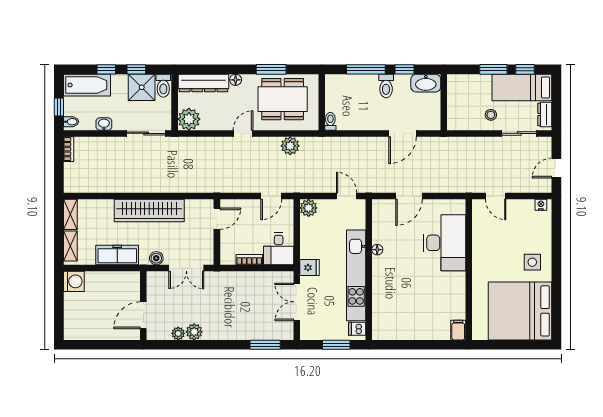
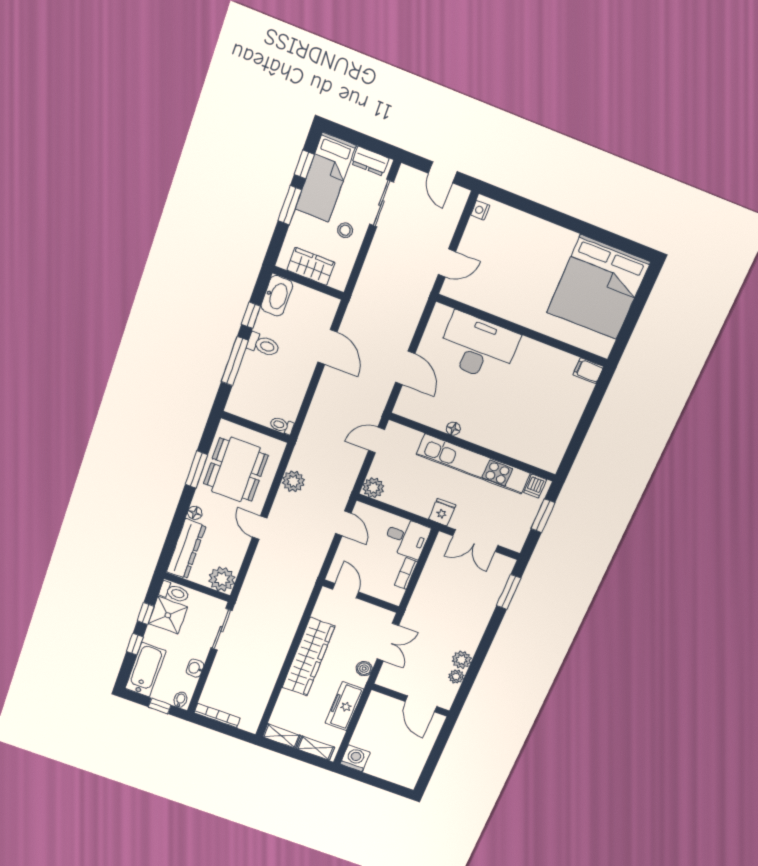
wardrobe: (456, 100) -> (311, 266), added
bookcase: (69, 149) -> (217, 715), width x1.56
side table: (532, 262) -> (546, 249), removed

